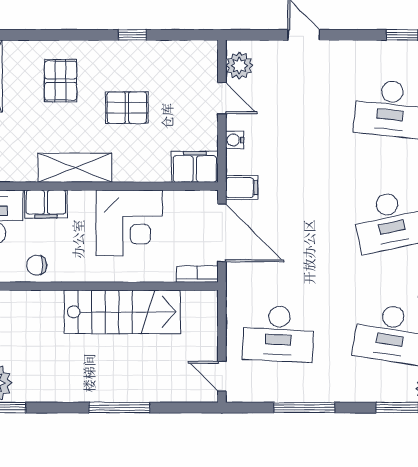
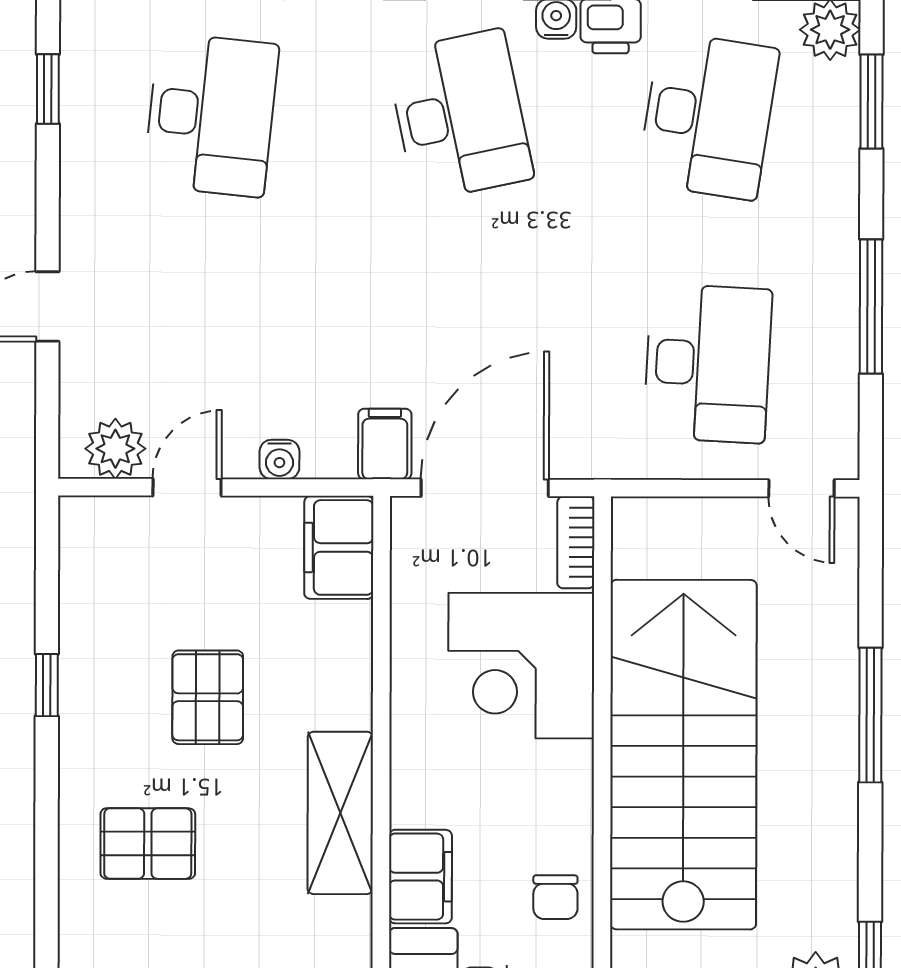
corner desk: (129, 223) -> (521, 666), moved, turned 180
stairs: (122, 312) -> (683, 755), width x1.36, depth x1.51
door: (222, 376) -> (801, 488), hinge flipped

